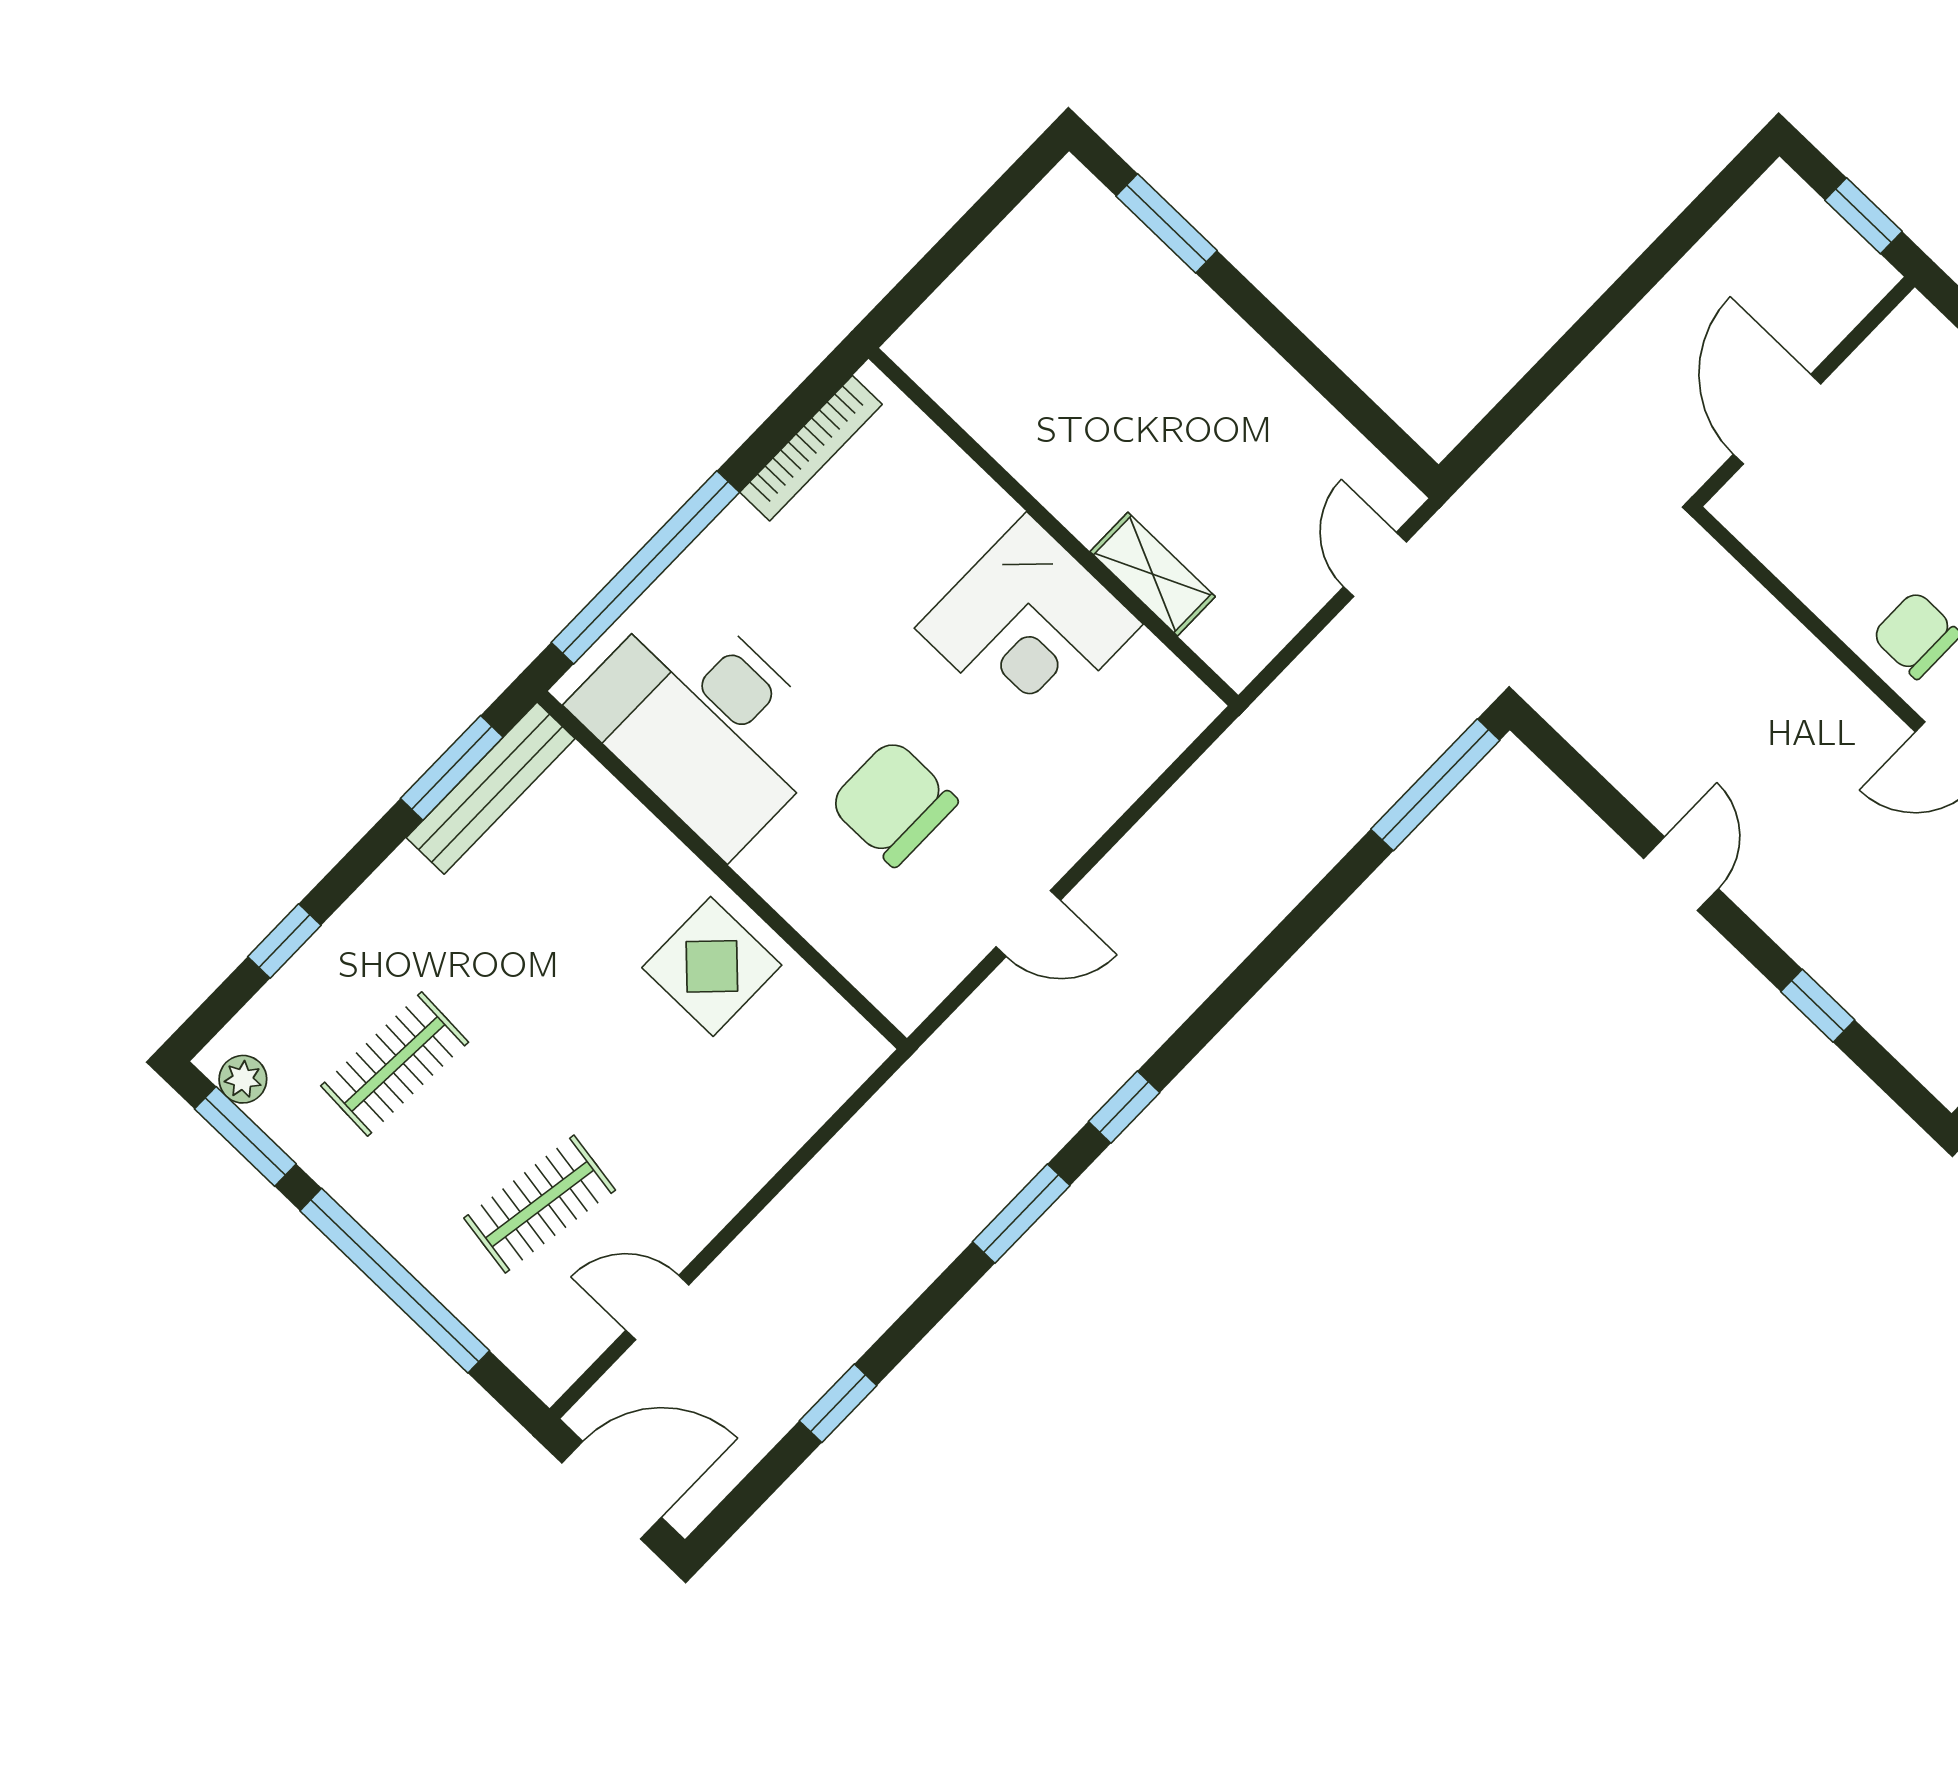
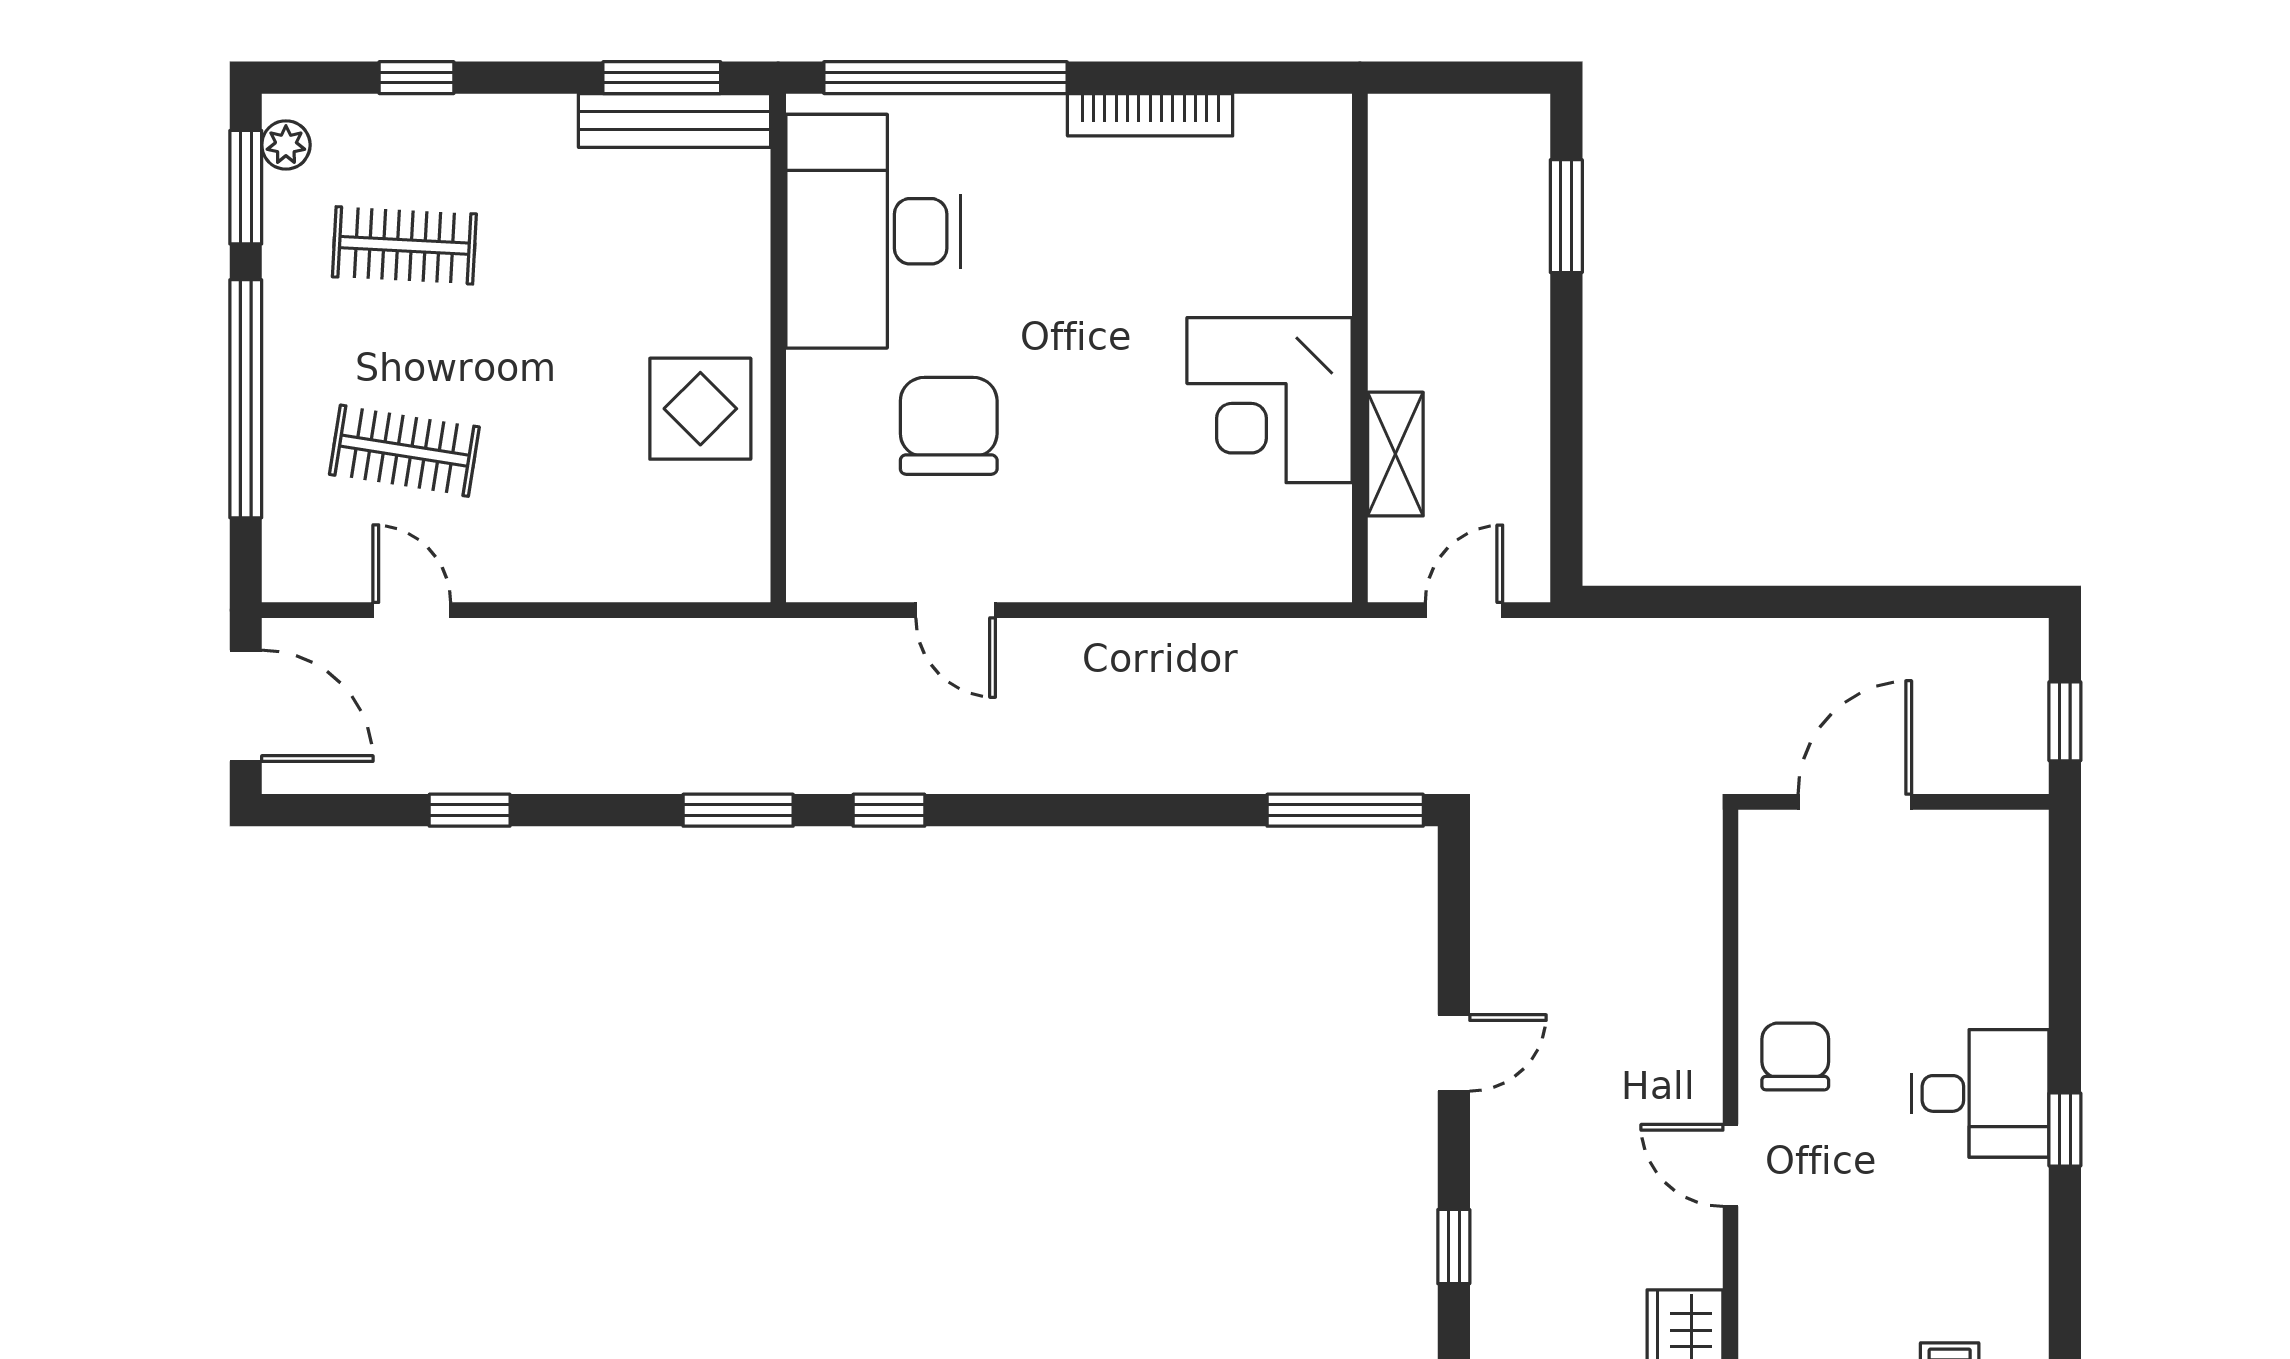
wall: (1053, 527) -> (1360, 348), moved
shelving: (1153, 574) -> (1395, 454), moved
corner desk: (1029, 626) -> (1270, 400), moved

